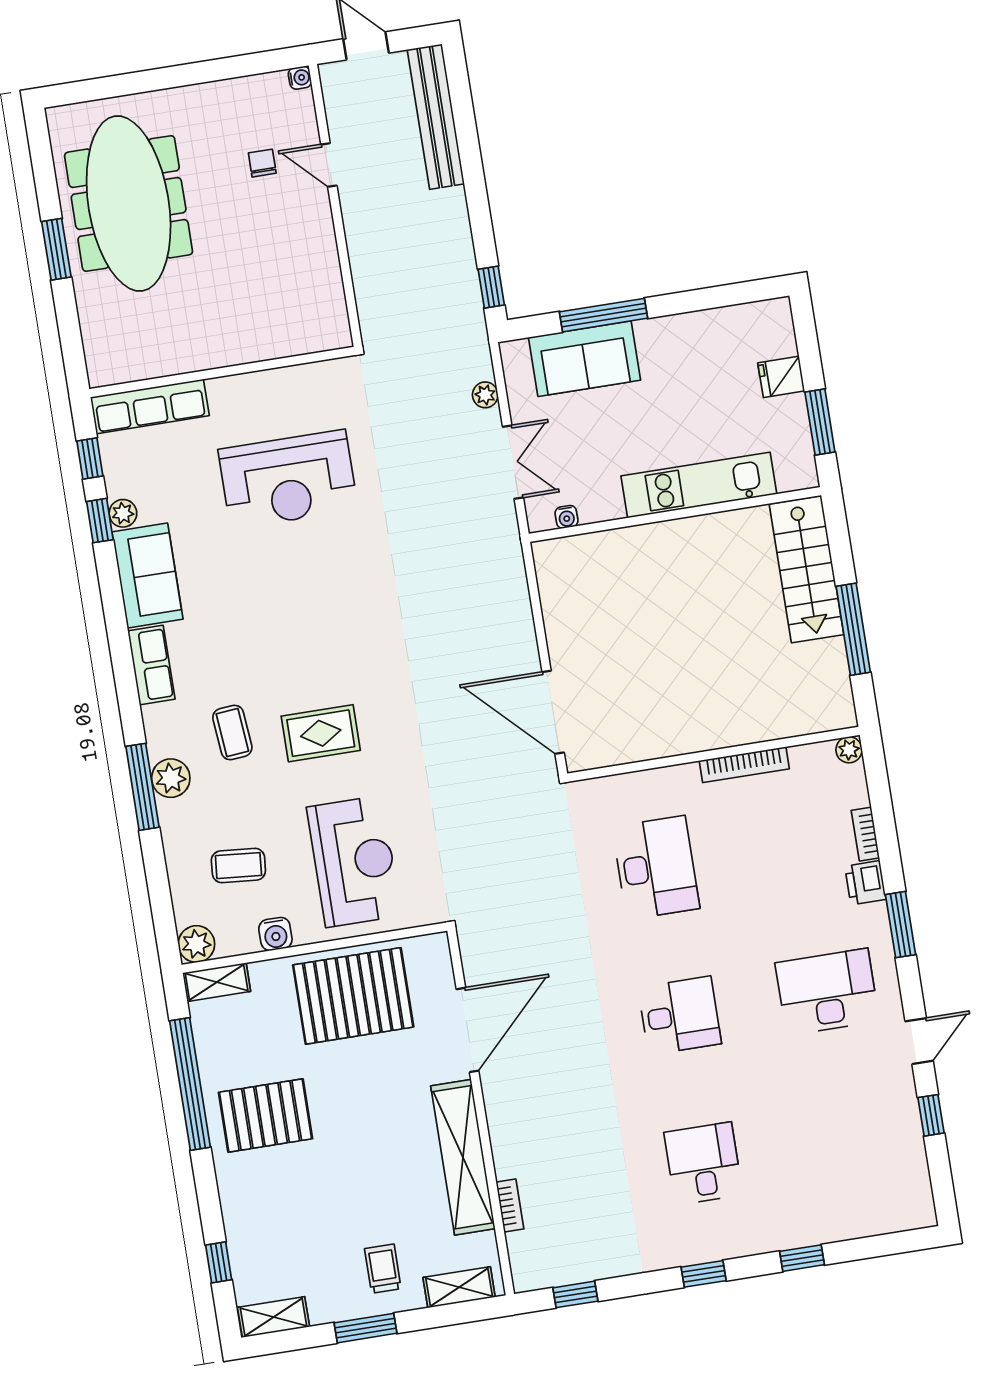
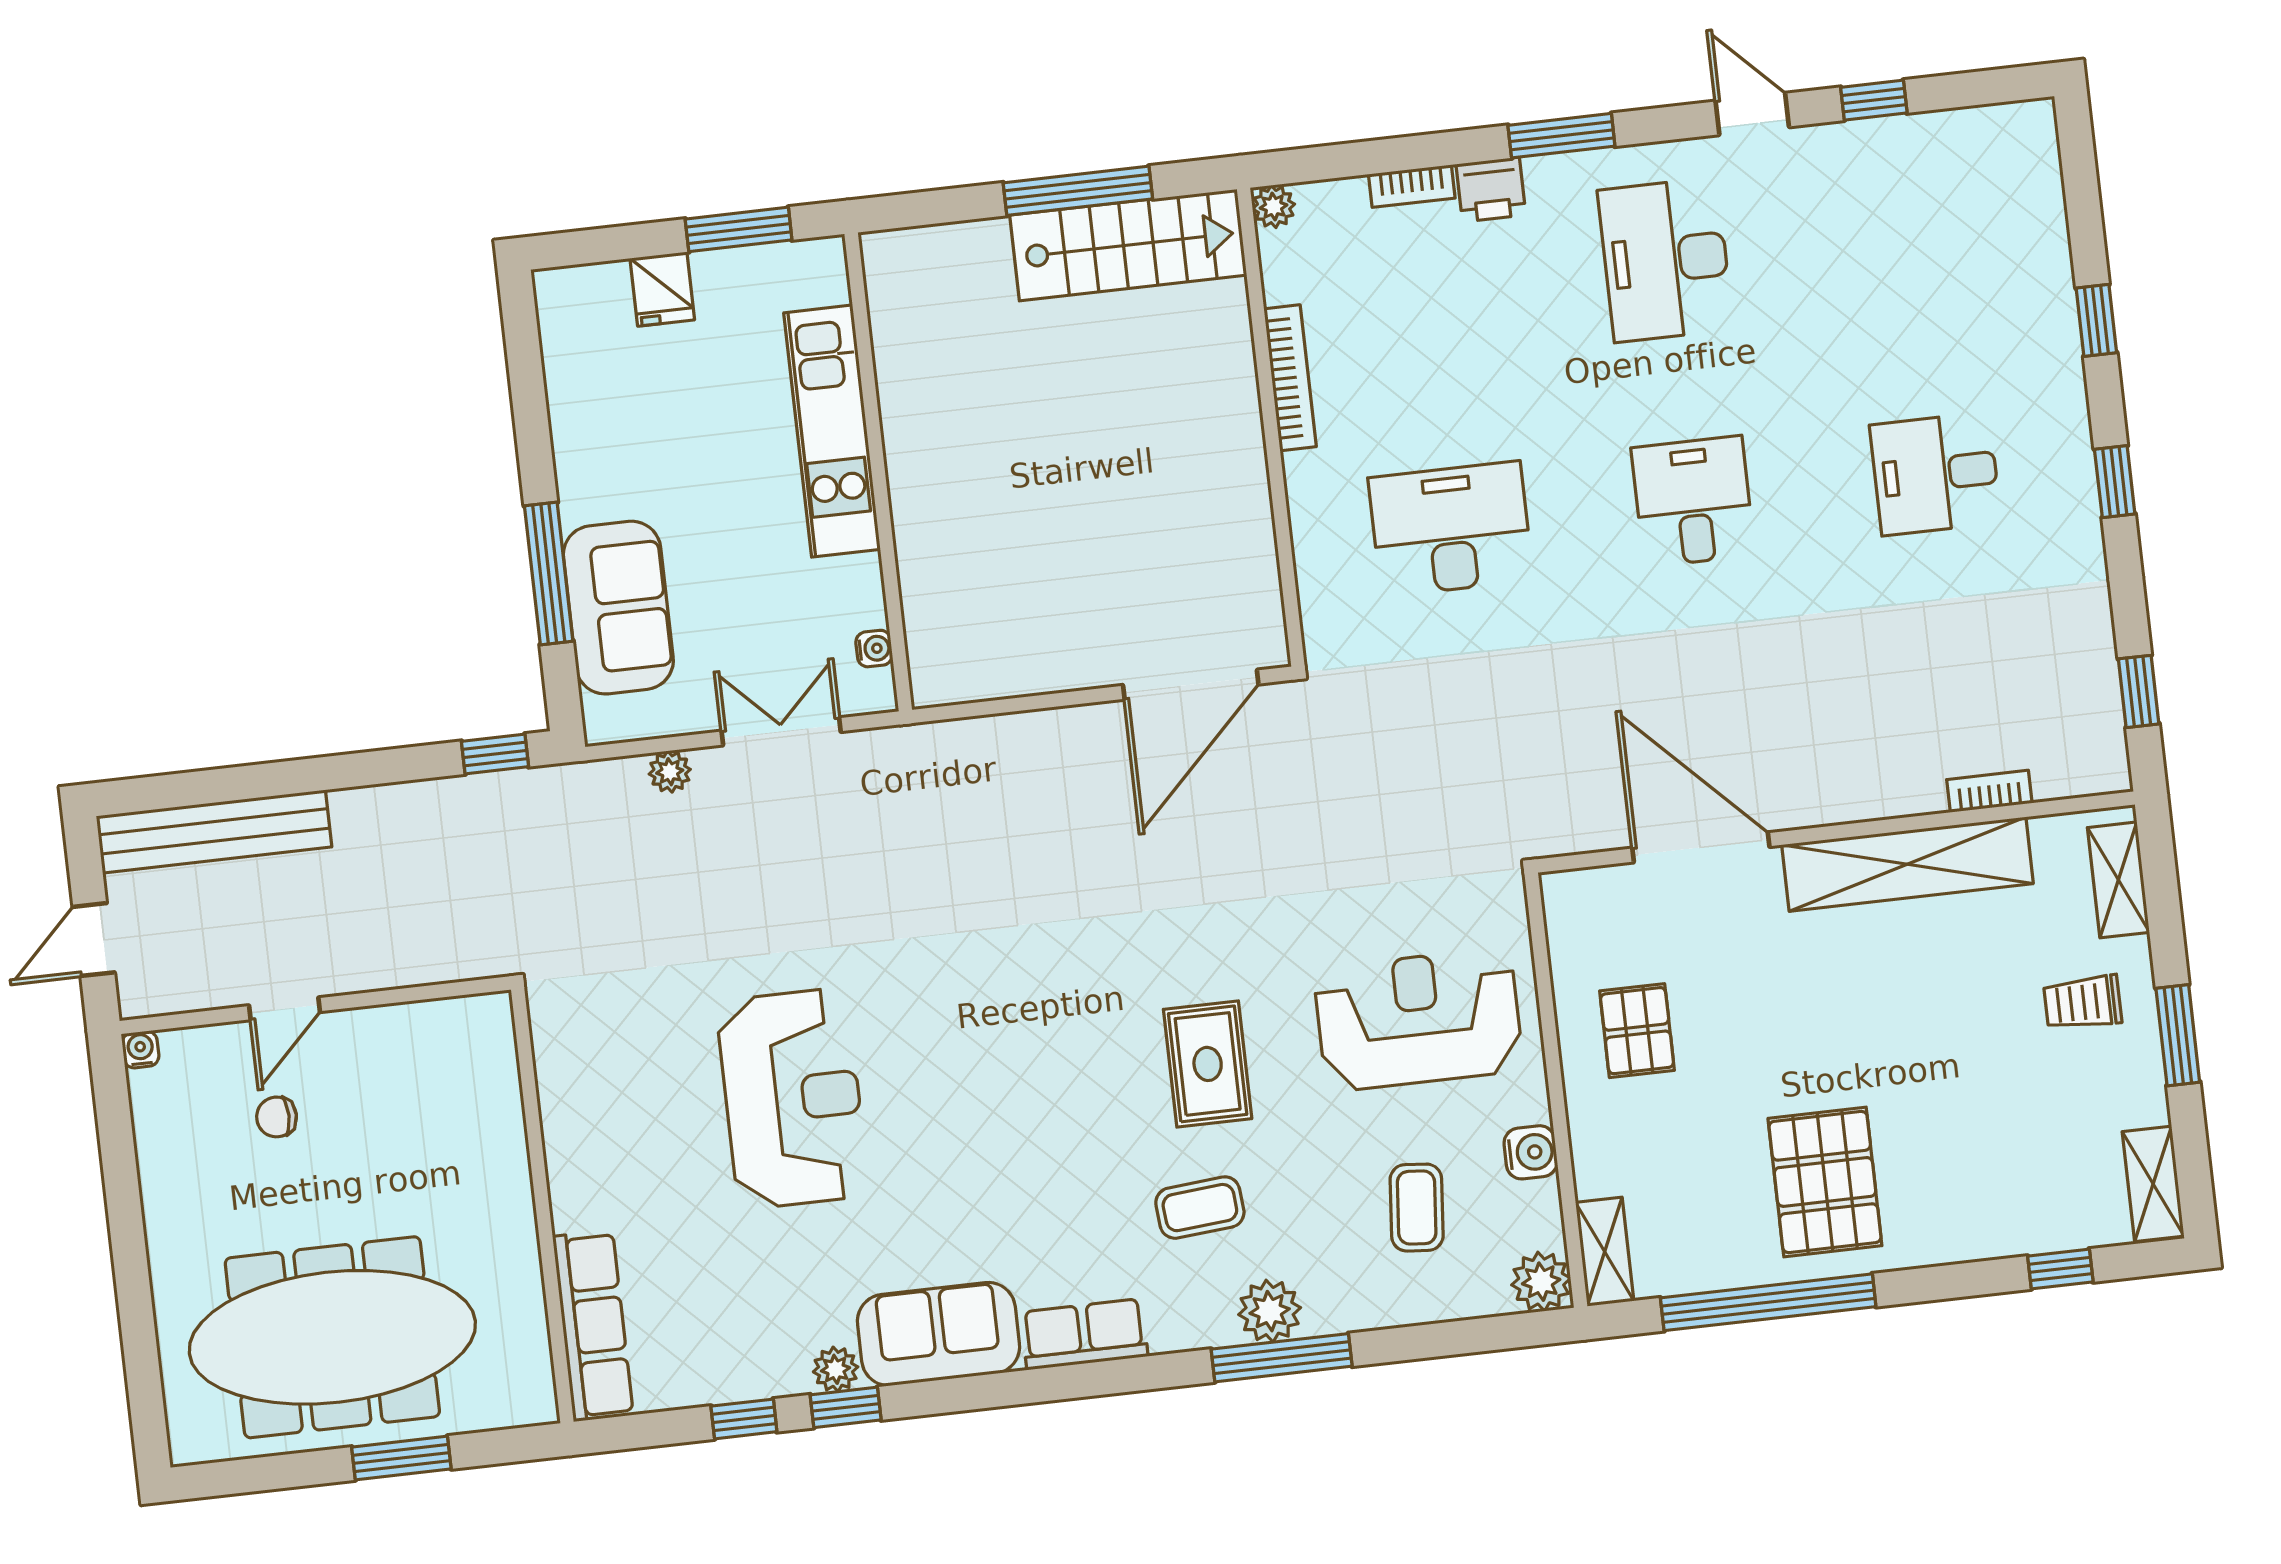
wall: (222, 372) -> (542, 1206), moved
row of seats: (150, 406) -> (593, 1326), moved
stairs: (806, 569) -> (1128, 245), moved
pallet: (353, 996) -> (1637, 1031), width x0.49, depth x0.50

